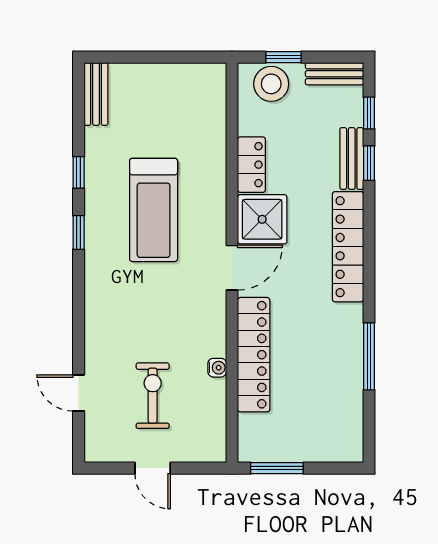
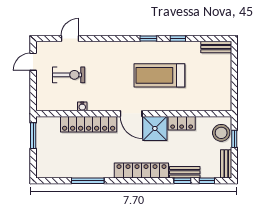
door: (153, 468) -> (33, 62), moved

